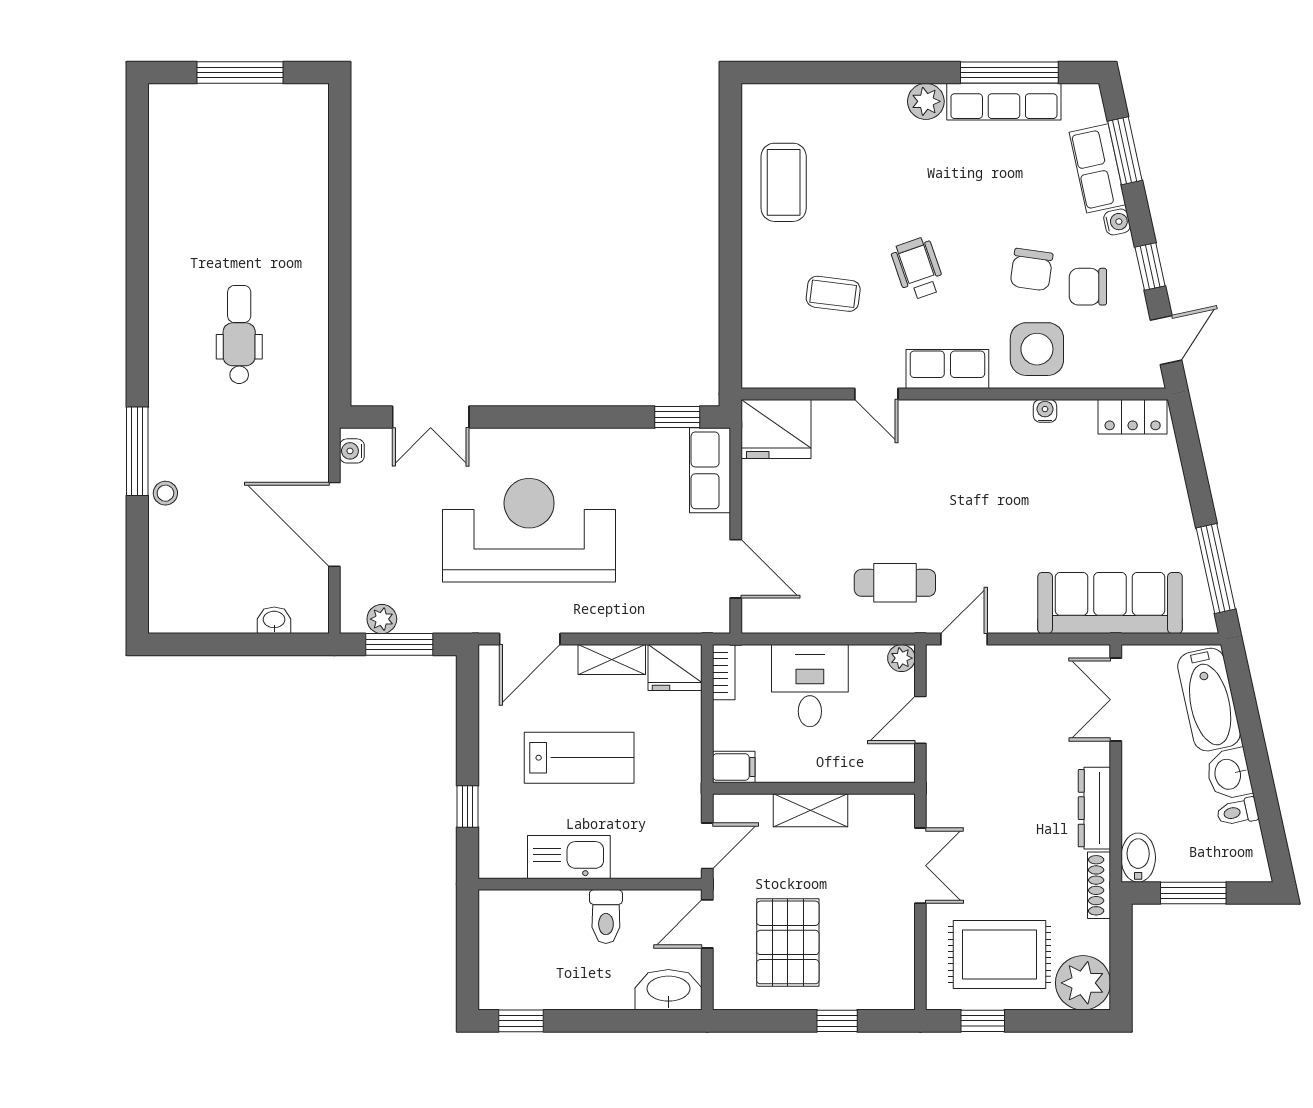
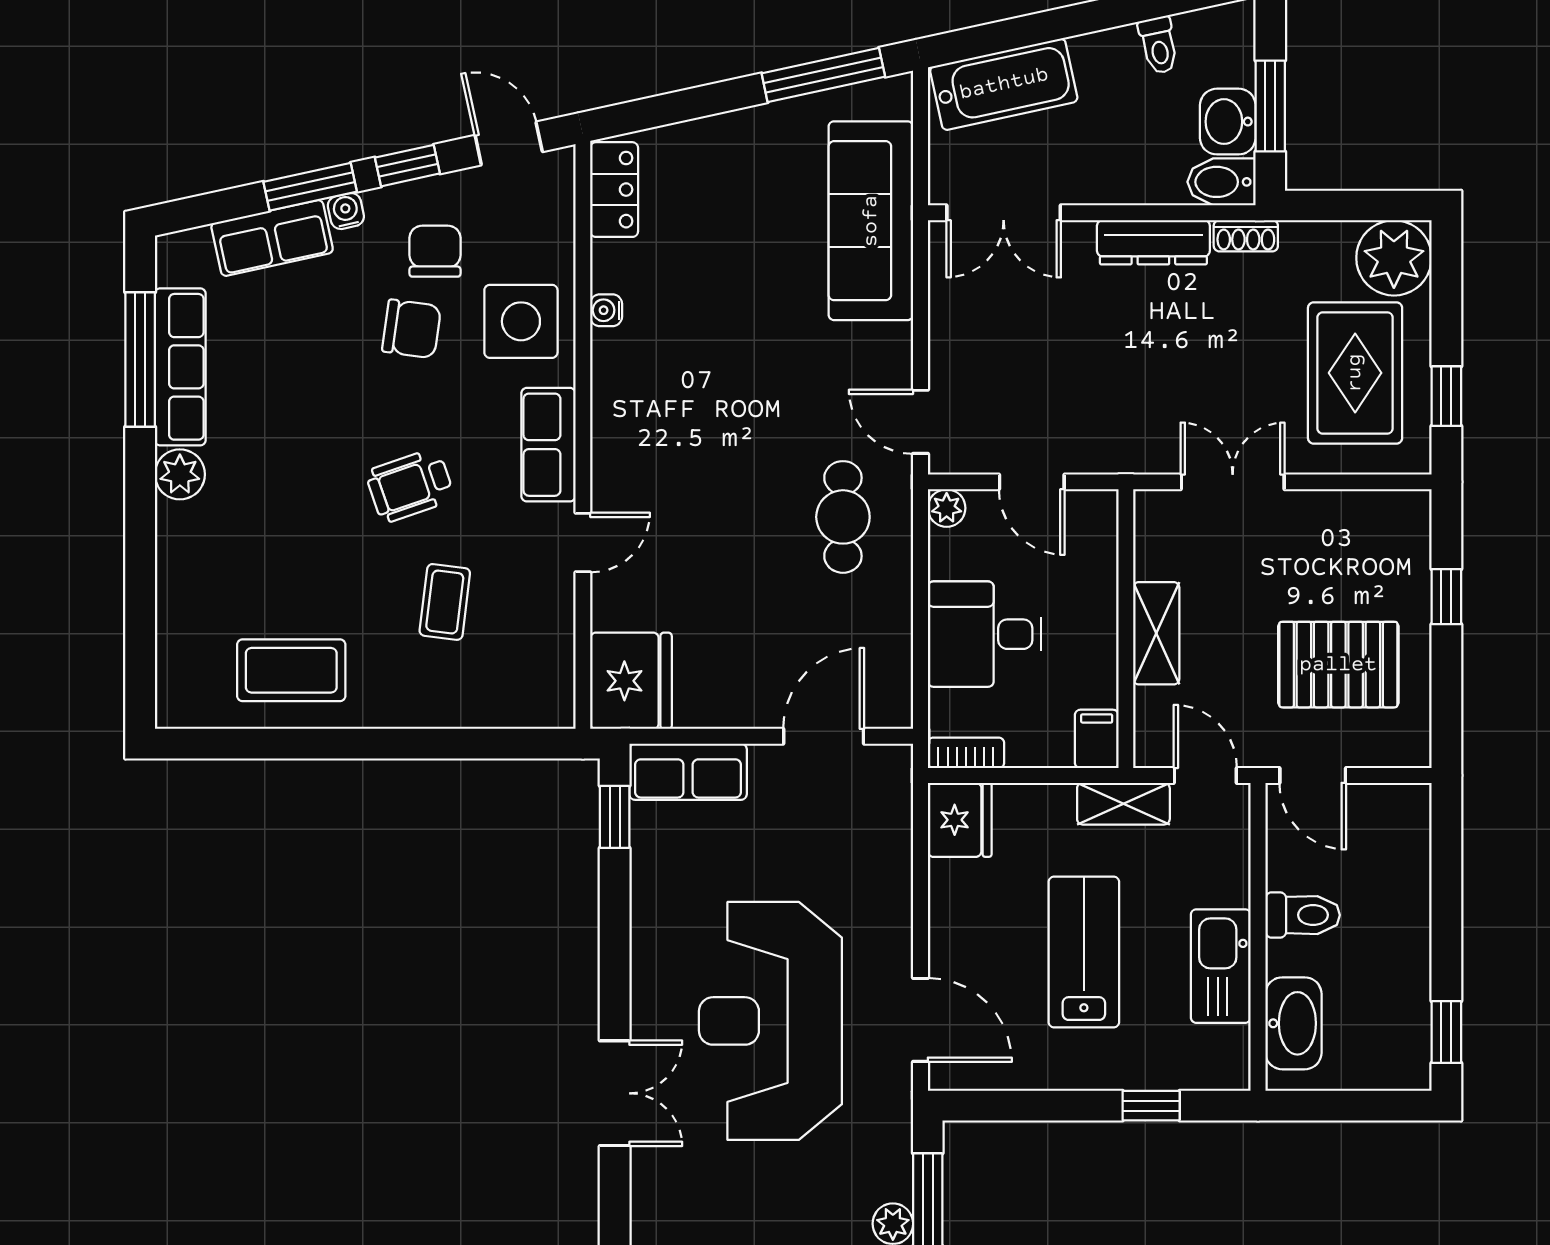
window: (1125, 151) -> (310, 187), moved
chair: (1088, 287) -> (435, 251), turned 180
double door: (431, 417) -> (615, 1093), moved
shelving: (612, 660) -> (1123, 804), moved, turned 90
washbasin: (1229, 774) -> (1228, 122), moved, turned 102
shoe rack: (1099, 885) -> (1246, 236), width x0.70
washbasin: (668, 990) -> (1293, 1023), moved, turned 180

